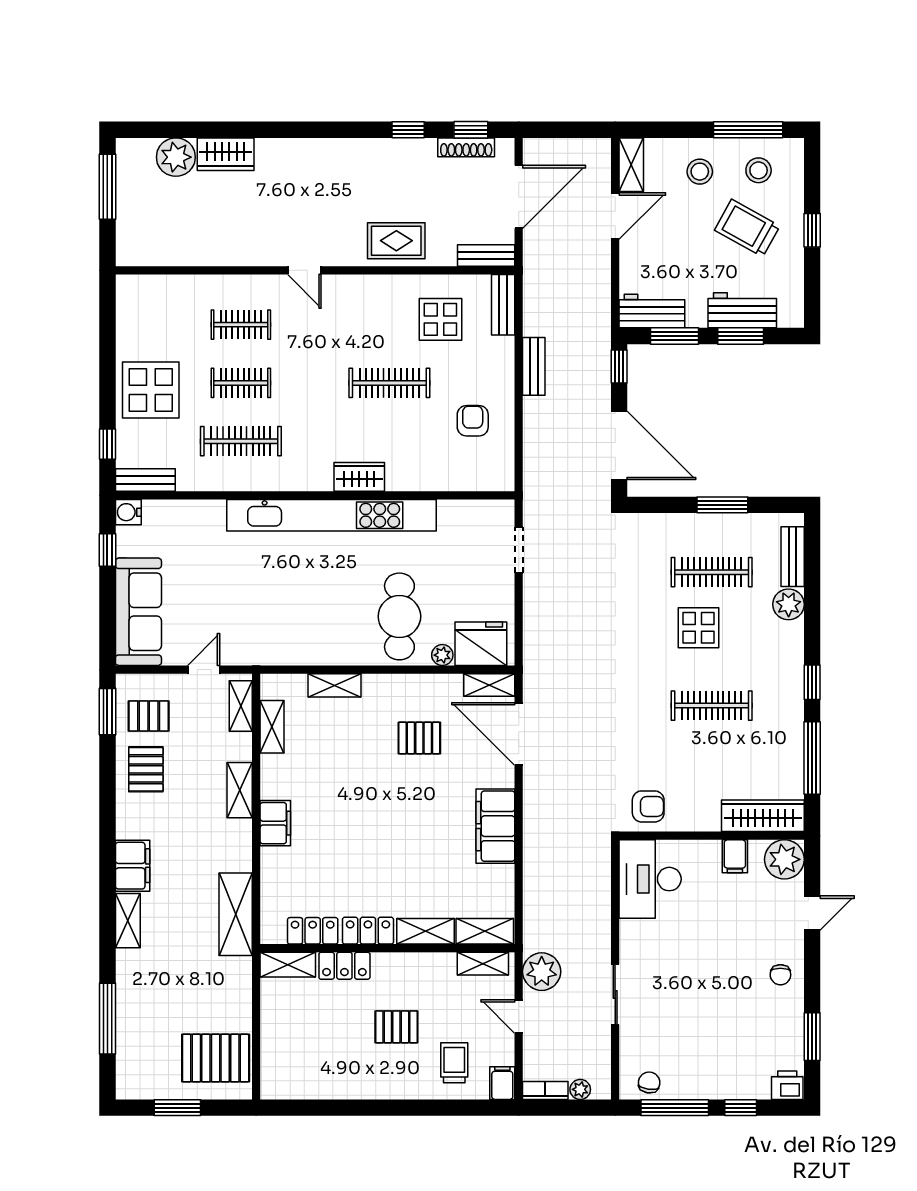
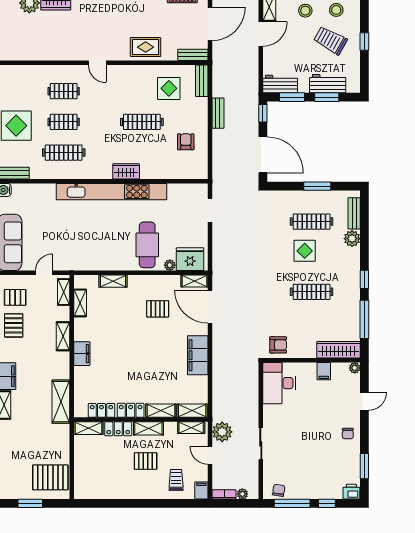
plant: (784, 859) -> (355, 368), width x0.53, depth x0.53
shelving: (402, 965) -> (148, 428), added

